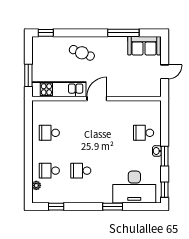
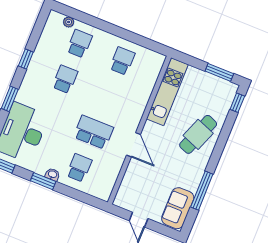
cafe table: (82, 53) -> (198, 134), width x1.37, depth x1.35
window: (28, 75) -> (219, 72), moved
door: (97, 99) -> (133, 145), moved
school desk: (112, 133) -> (94, 132), added
window: (56, 207) -> (26, 59), moved

